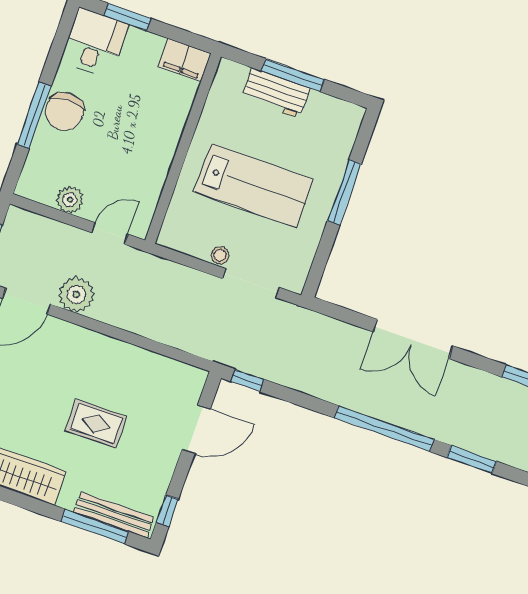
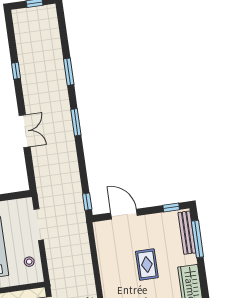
stool: (220, 255) -> (29, 262), moved
double door: (413, 339) -> (25, 131), width x0.73
window: (384, 429) -> (76, 122), width x0.47

